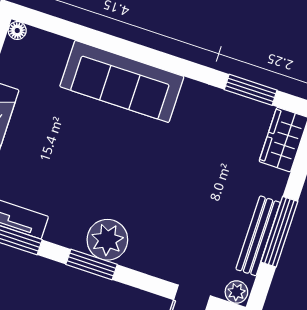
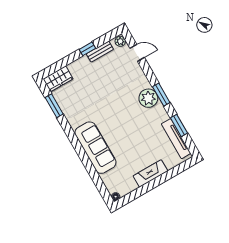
window: (279, 232) -> (87, 49), width x0.46
bench: (258, 236) -> (100, 52), width x0.73

